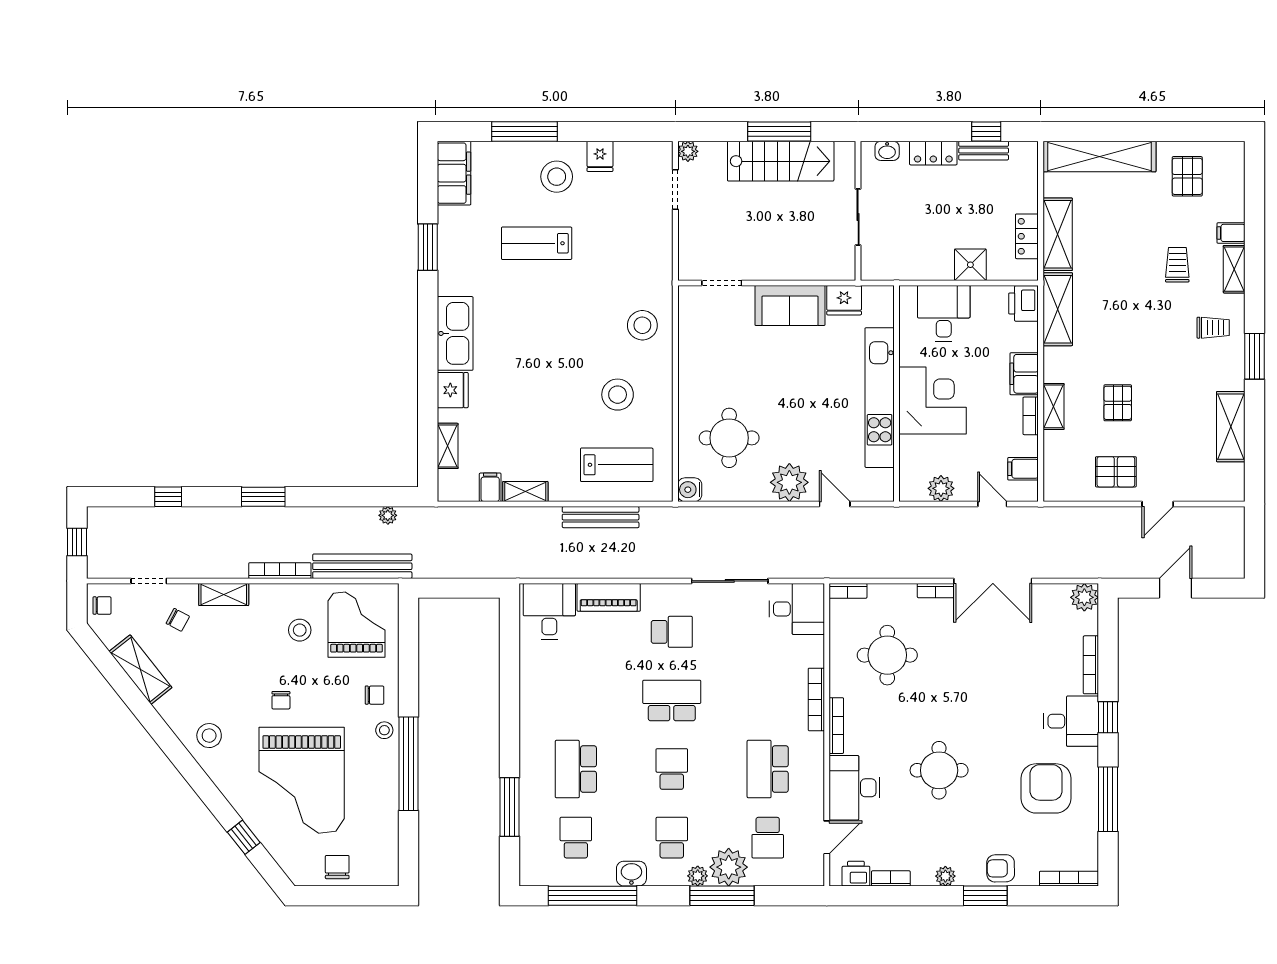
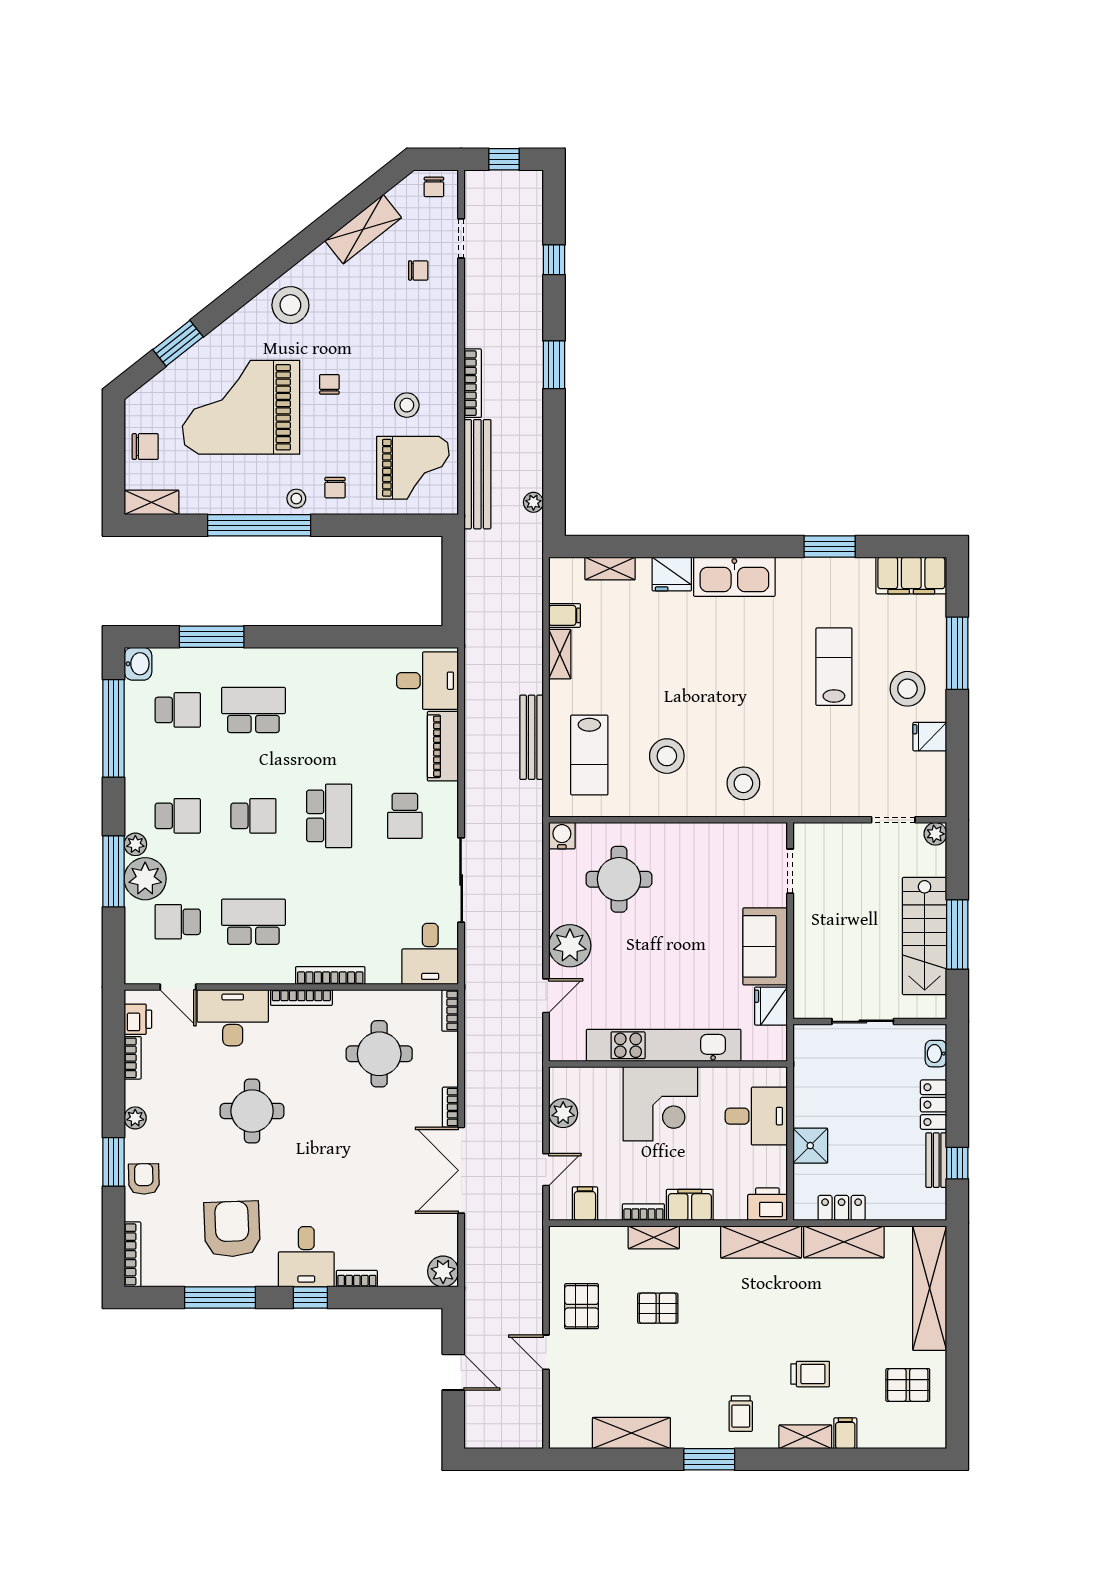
shelving: (224, 594) -> (151, 502), moved, turned 90
chair: (178, 620) -> (418, 270), turned -118
bookcase: (1091, 665) -> (357, 1279), width x0.64
chair: (281, 700) -> (329, 384), turned 90
stool: (209, 736) -> (290, 305), width x1.38, depth x1.38
armchair: (1046, 788) -> (232, 1229), turned -92
window: (244, 837) -> (178, 343), width x1.50
washbasin: (631, 874) -> (138, 664), moved

